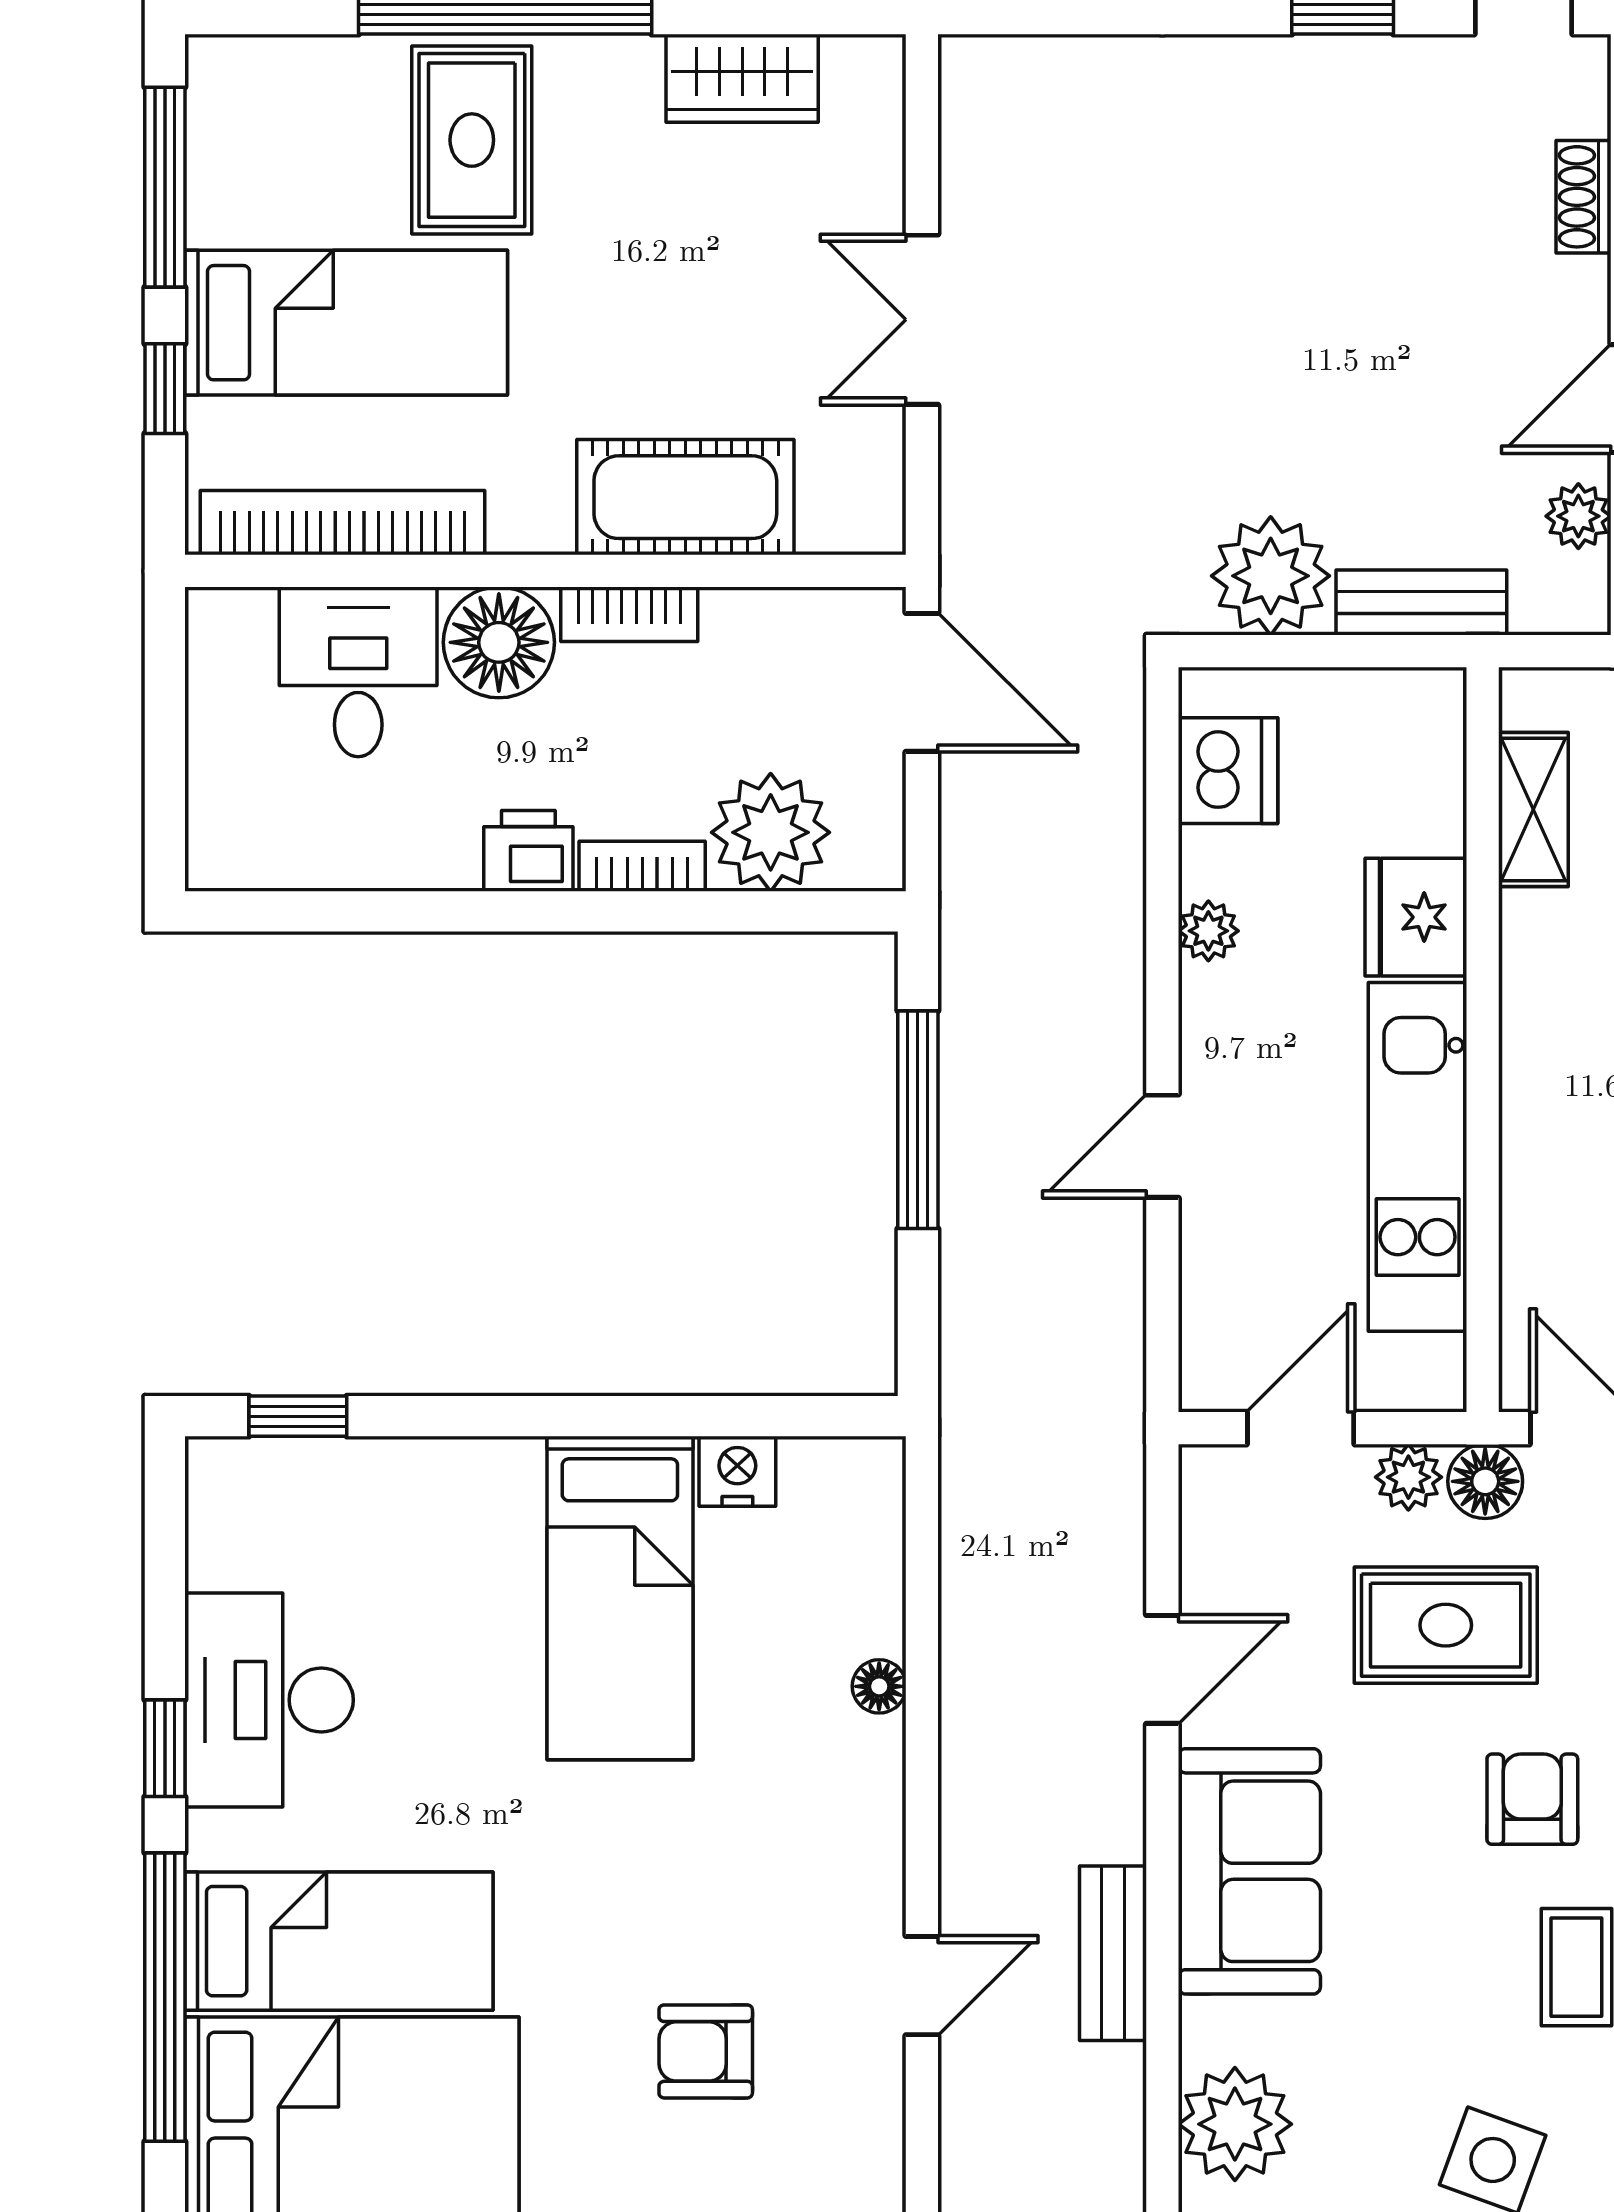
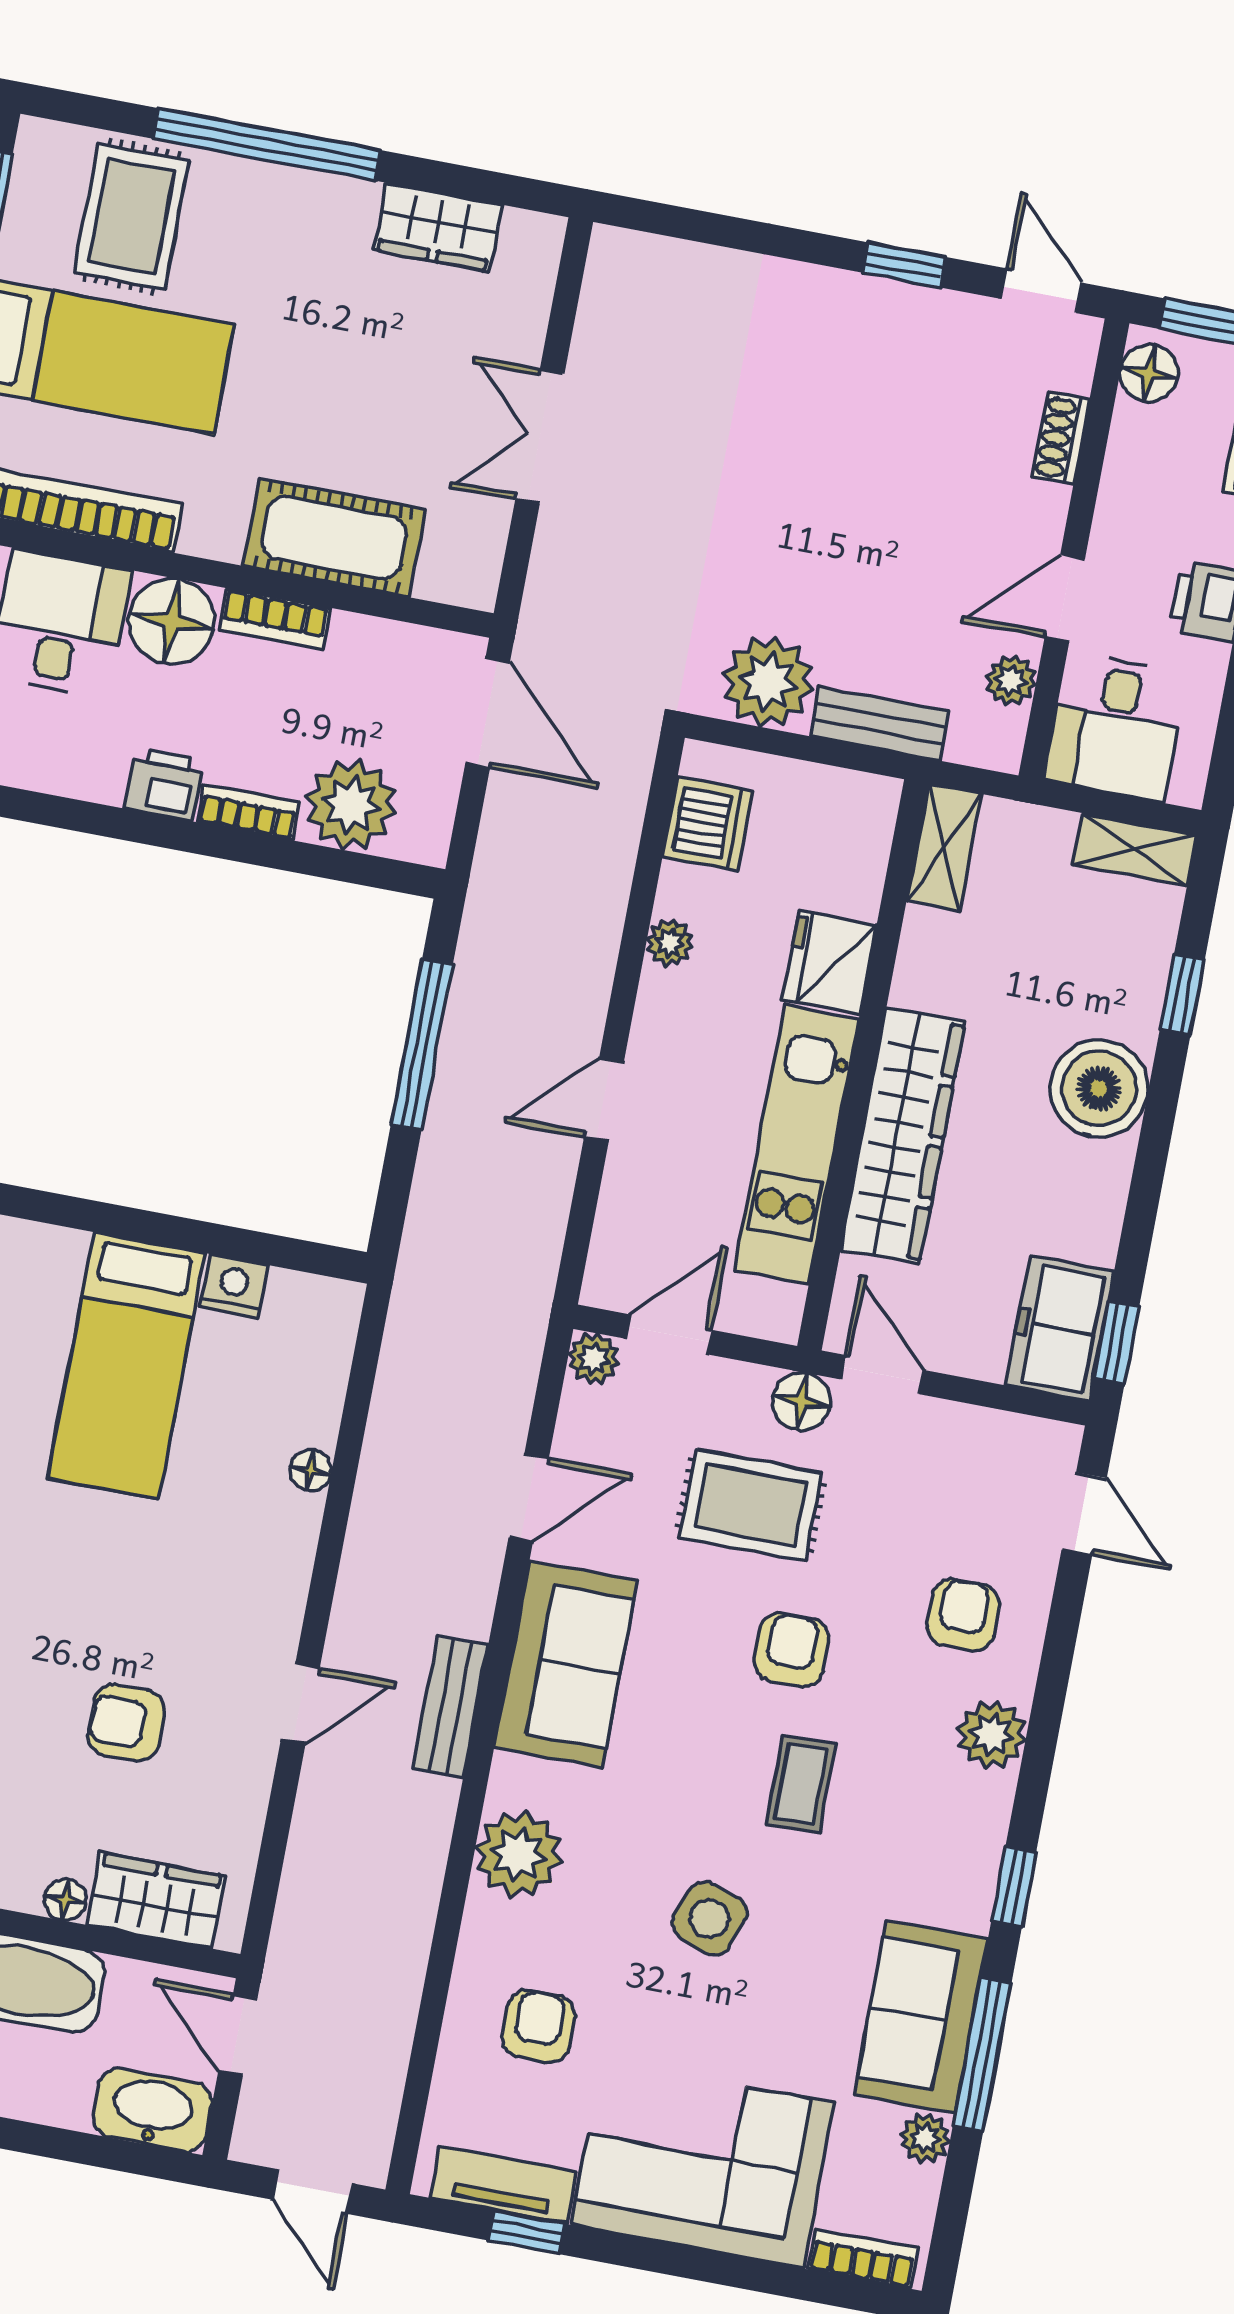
rug: (472, 140) -> (132, 216), moved
shelving: (1533, 810) -> (944, 848), moved
wardrobe: (1550, 1120) -> (903, 1136), added
plant: (1408, 1477) -> (594, 1359), moved

